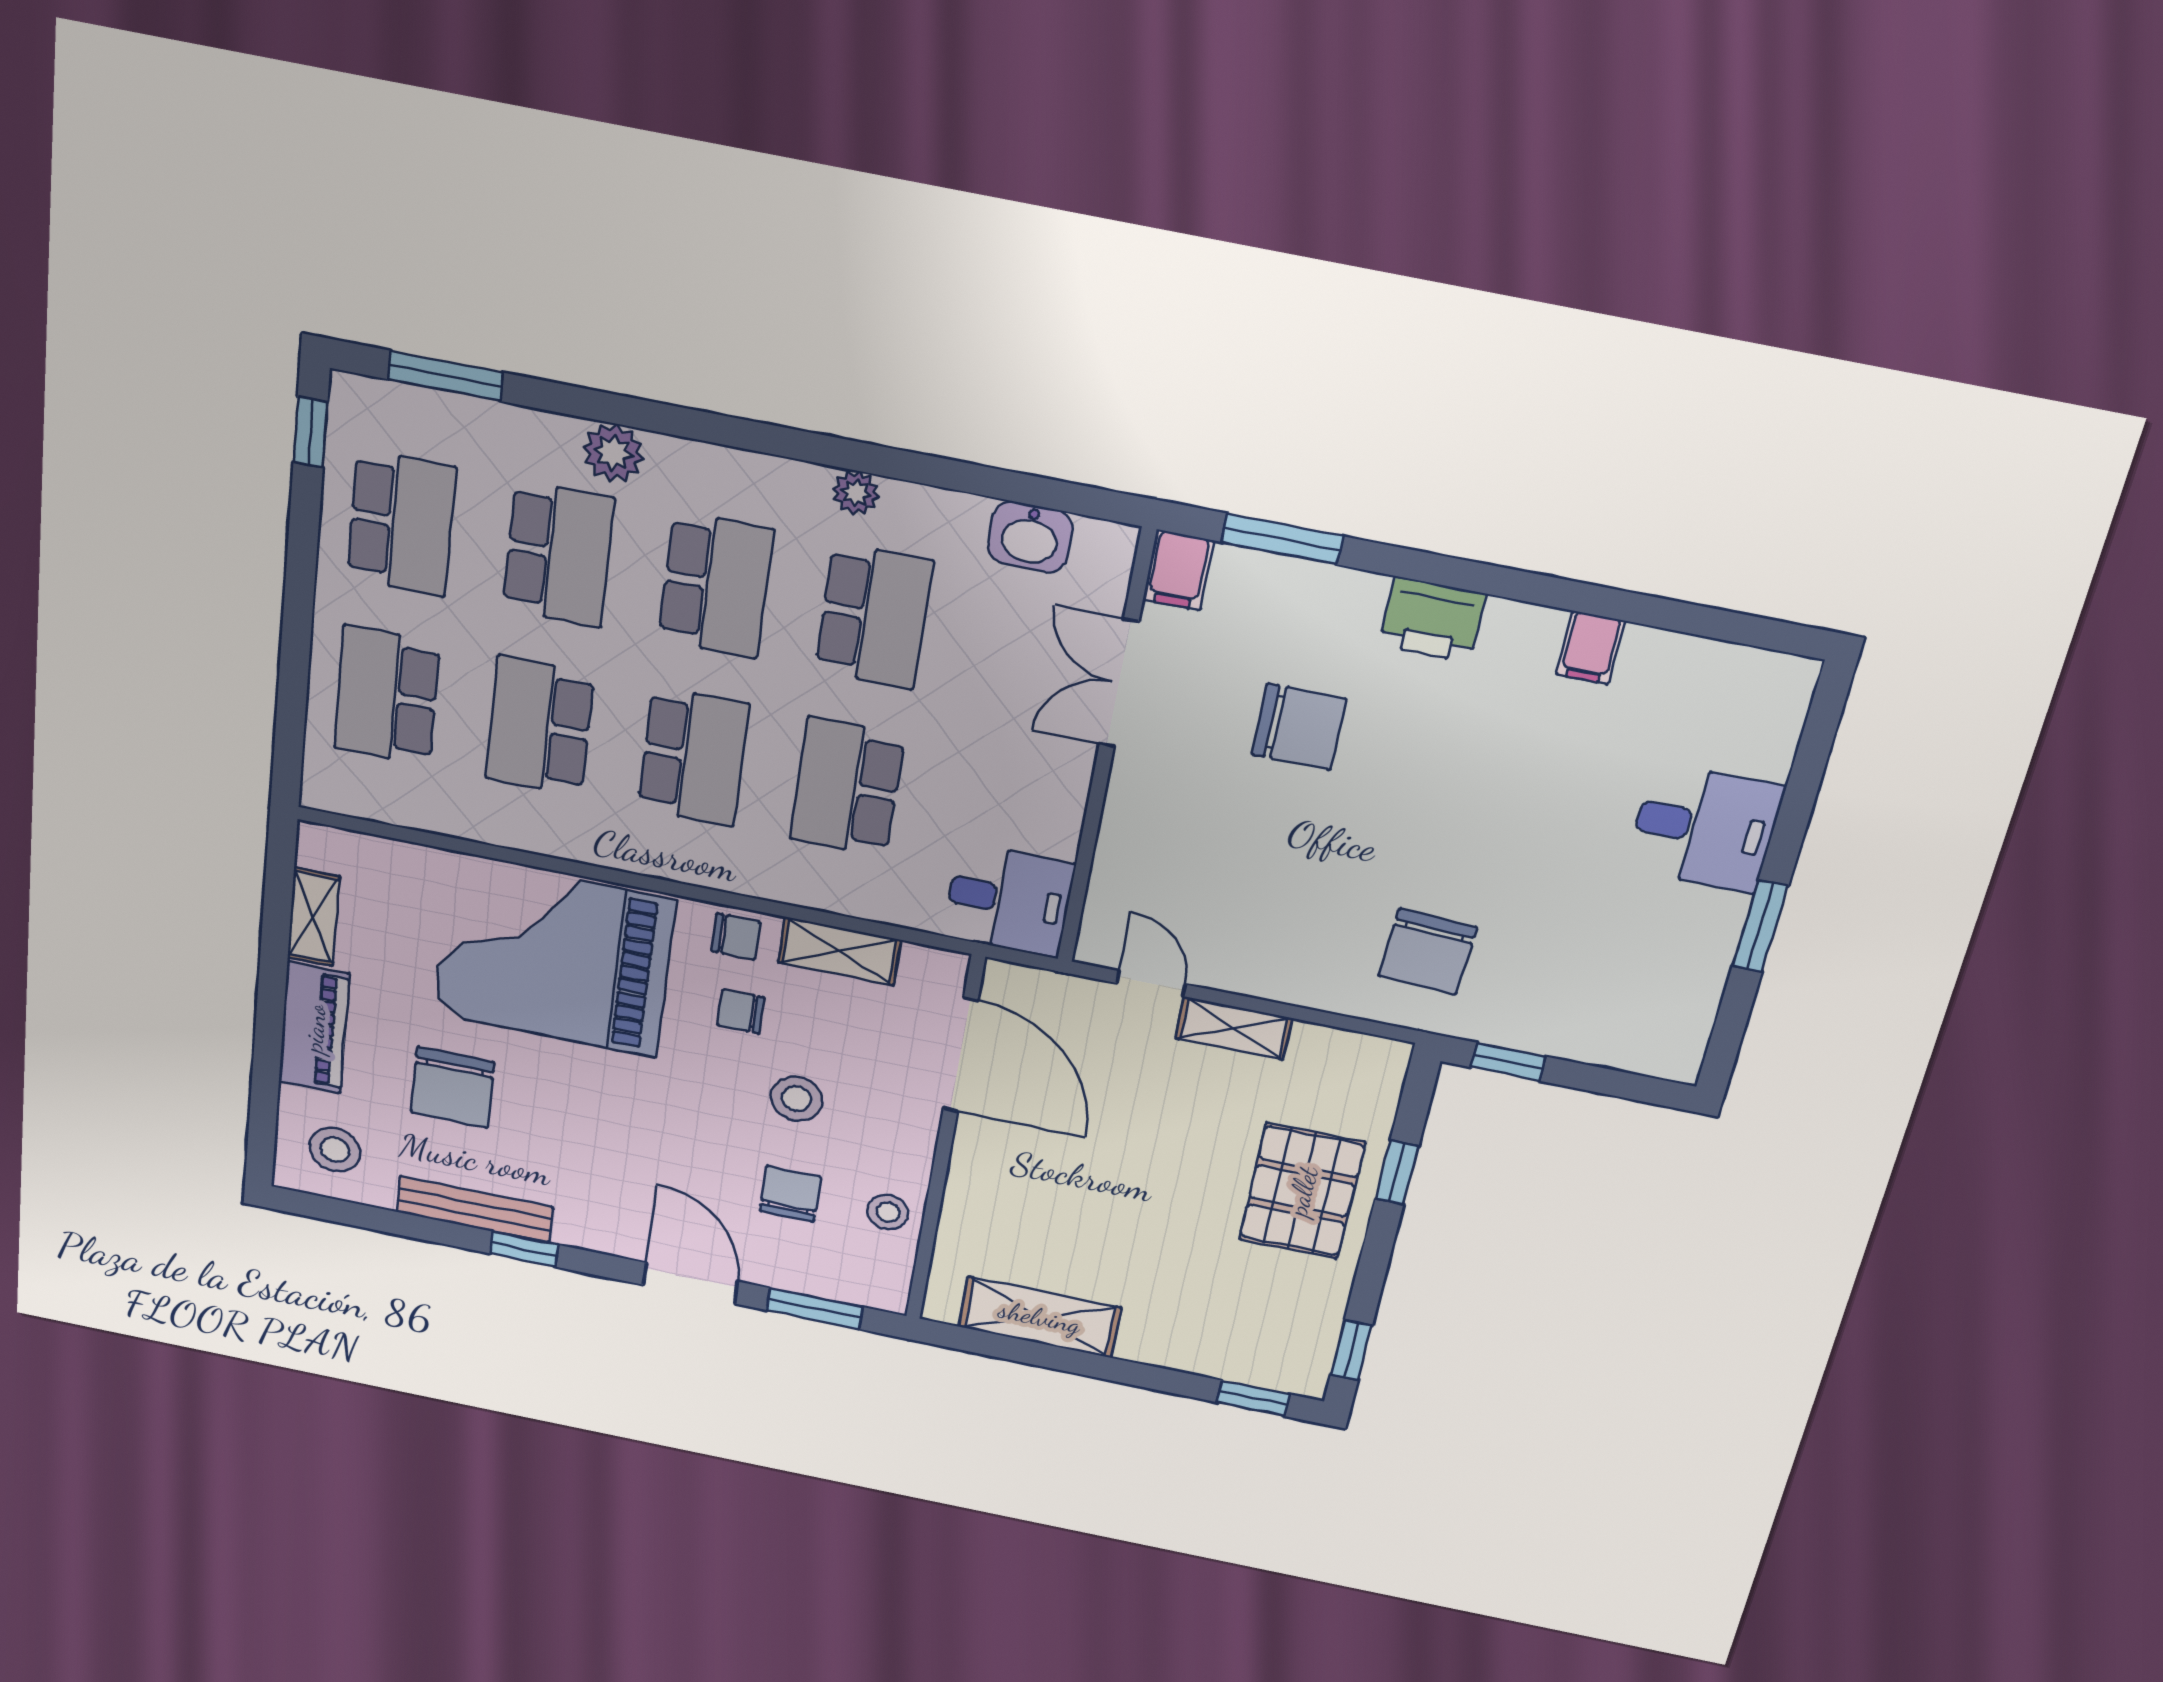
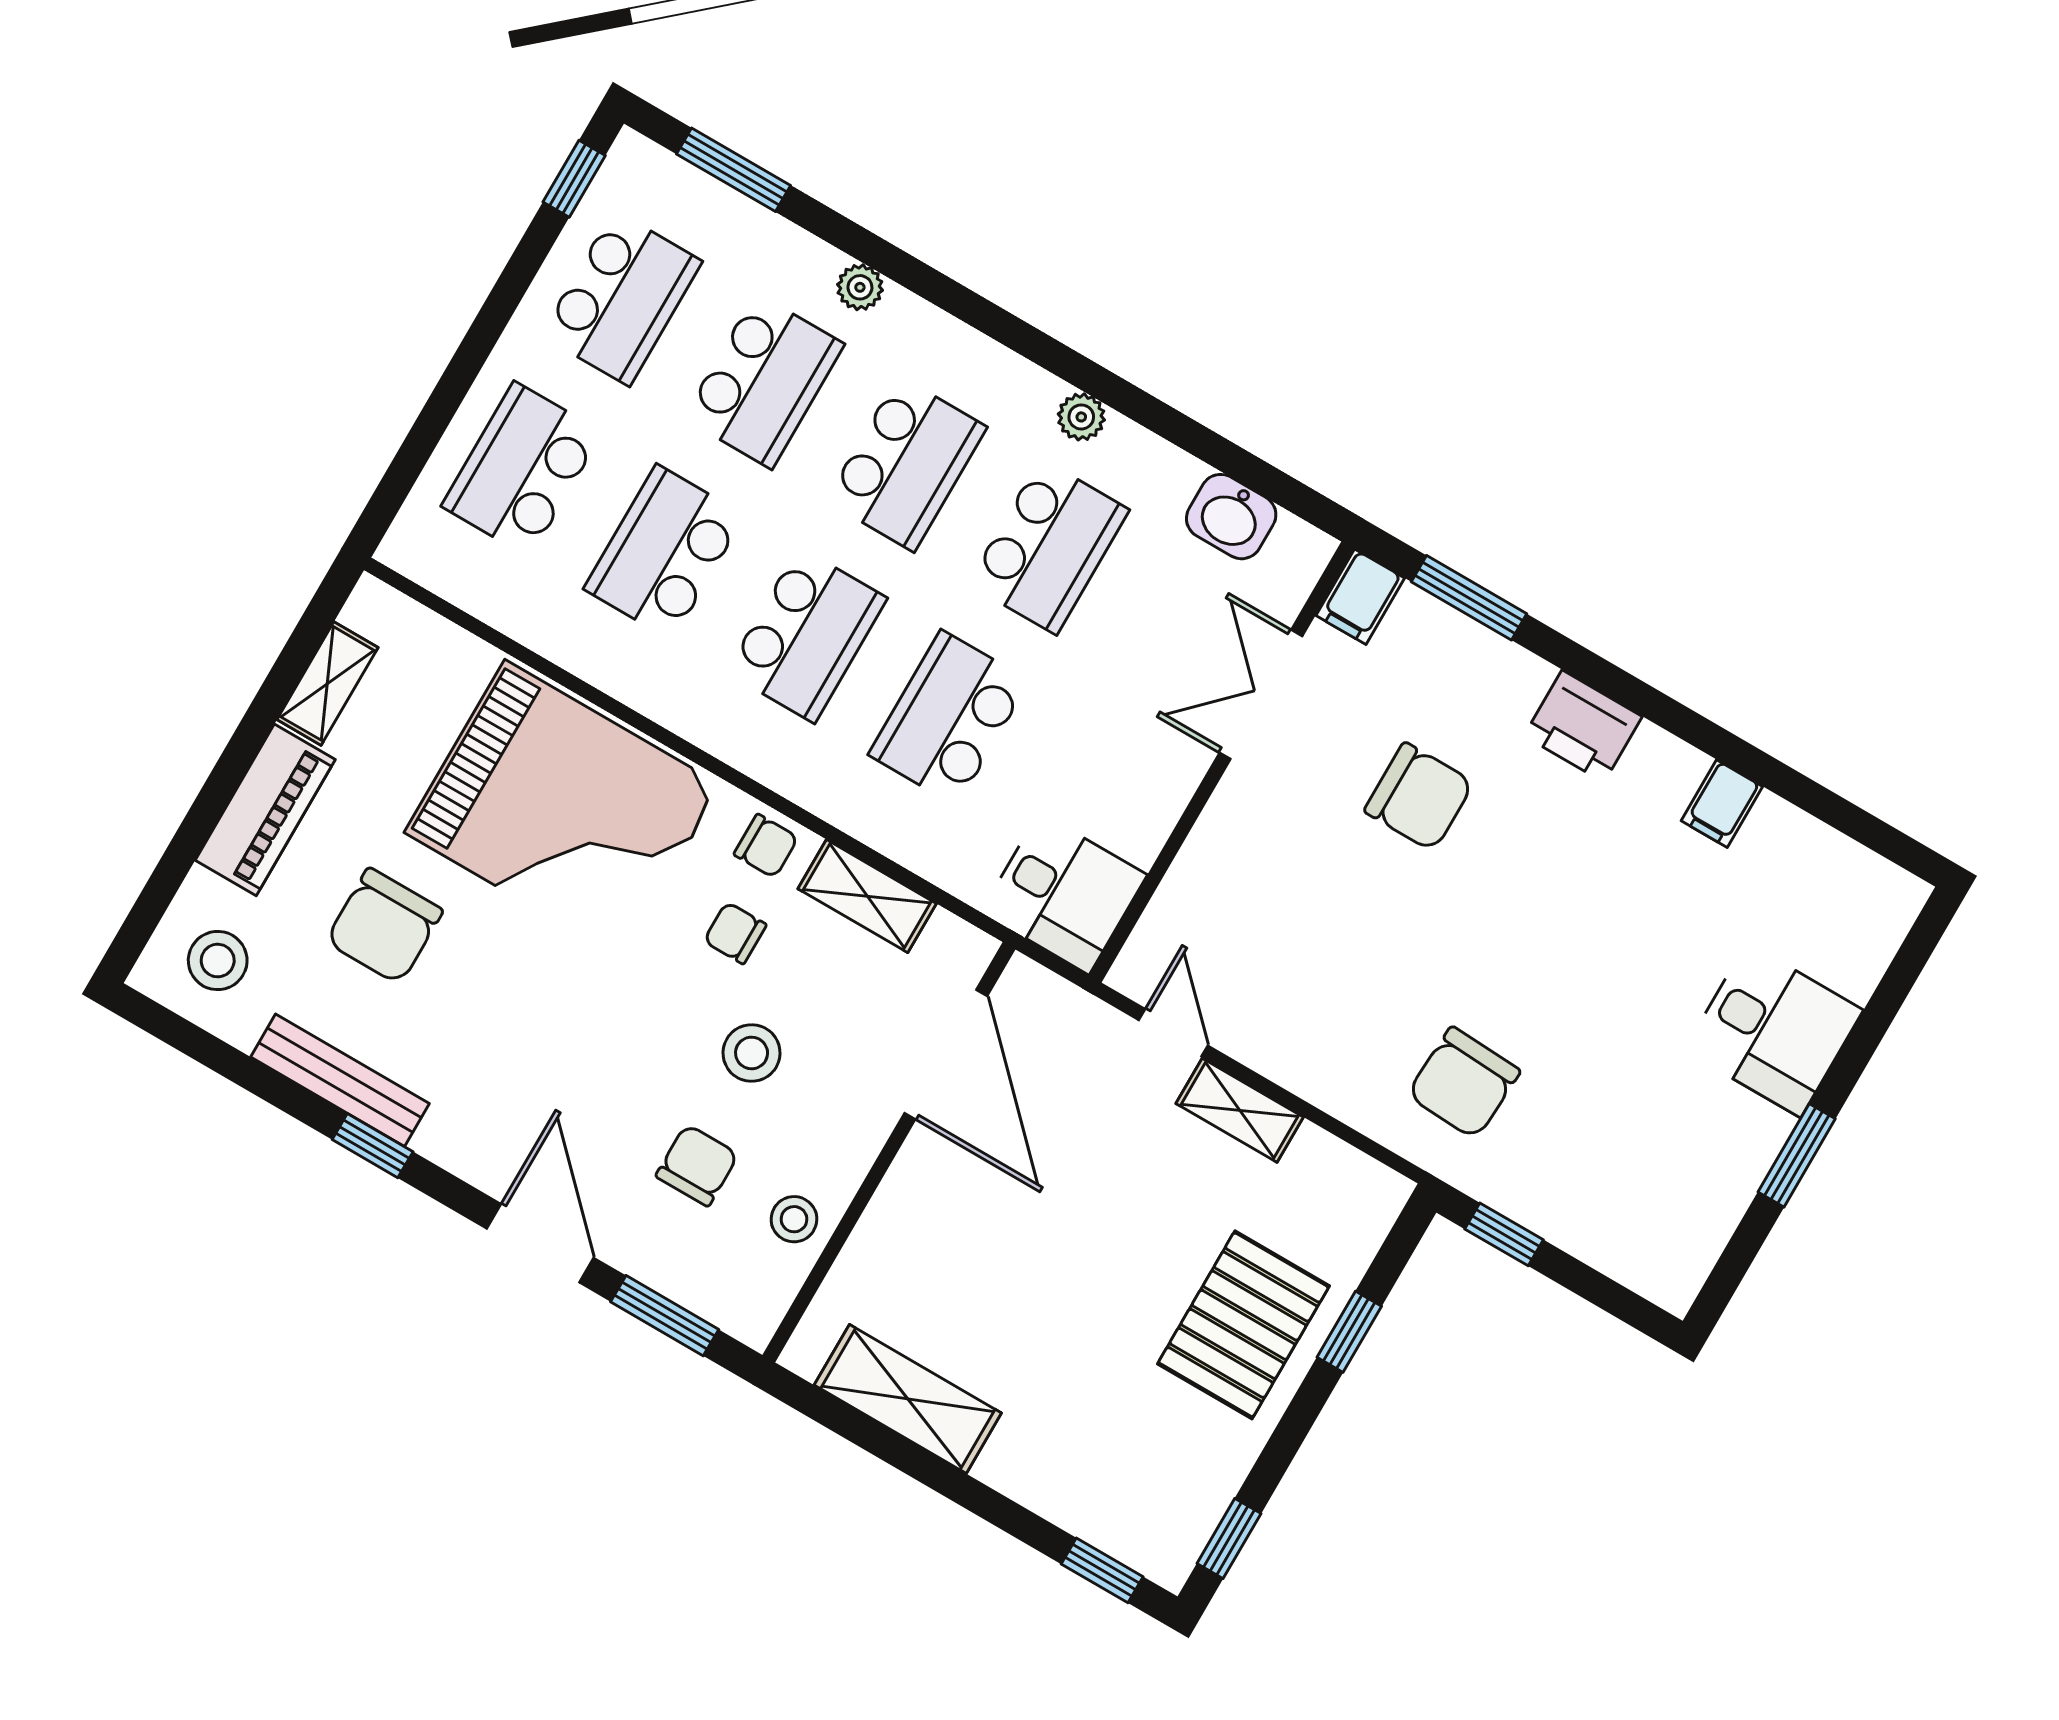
plant: (613, 453) -> (860, 287), width x0.73, depth x0.73
grand piano: (553, 957) -> (563, 809), turned 180

